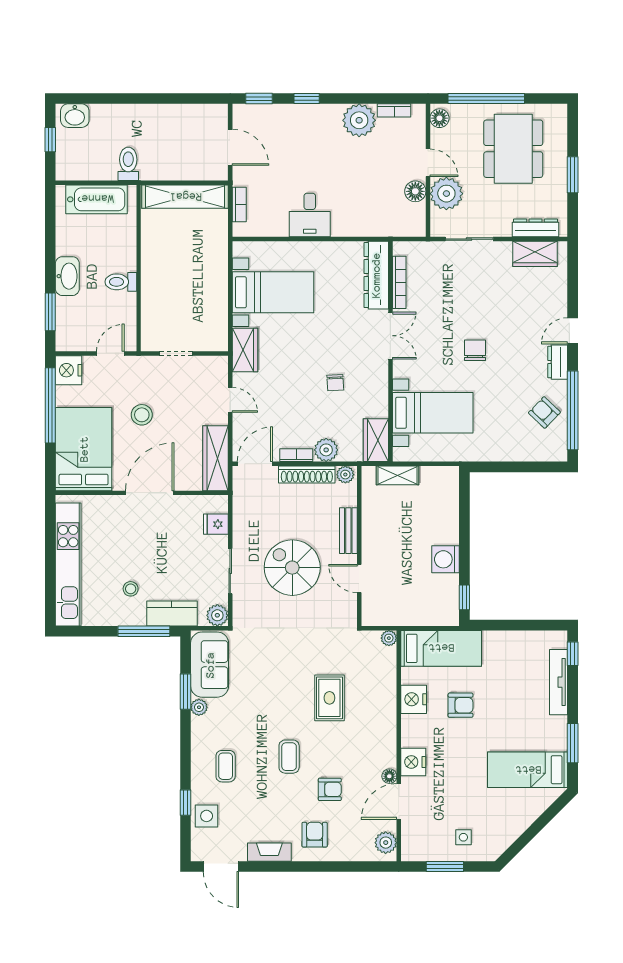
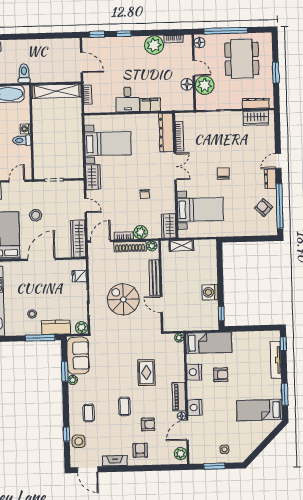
filing cabinet: (349, 225) -> (150, 105), added
washing machine: (128, 262) -> (25, 129), added
bench: (348, 531) -> (154, 278), width x1.36
piano: (385, 742) -> (179, 397), added

